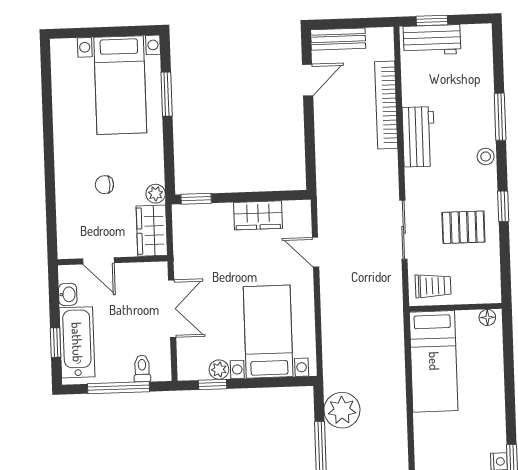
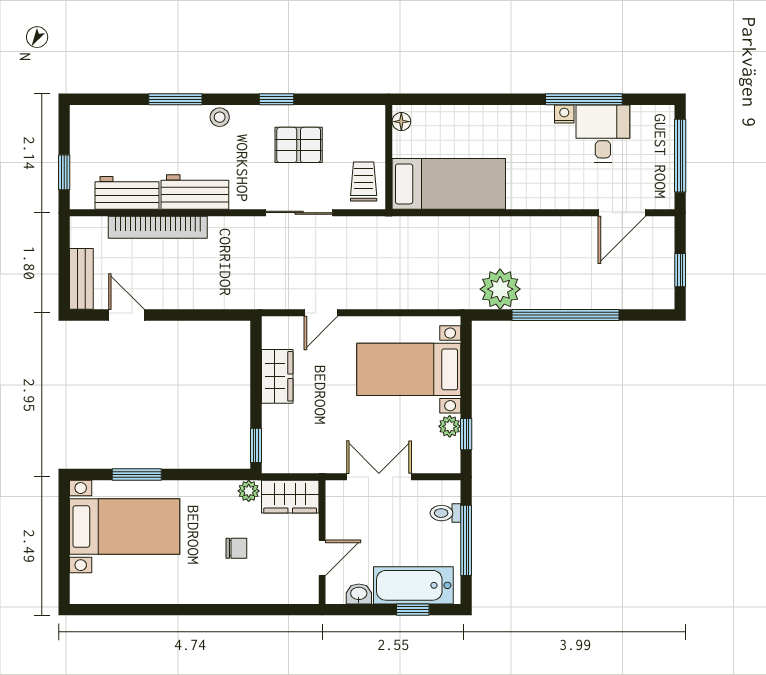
workbench: (432, 40) -> (127, 193), moved, turned -90
chair: (104, 185) -> (236, 548), turned -90
pallet: (463, 227) -> (299, 145), turned 90

